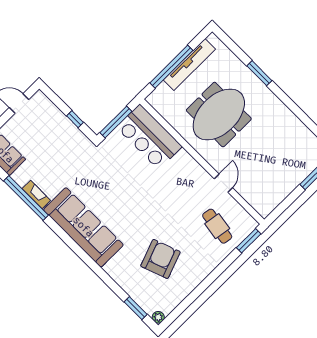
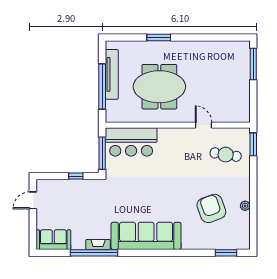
meeting table: (219, 115) -> (159, 87), turned 90
plant: (158, 317) -> (245, 206), moved

